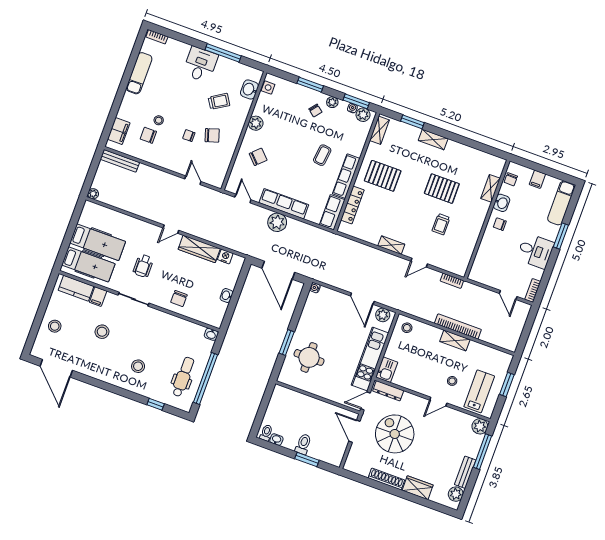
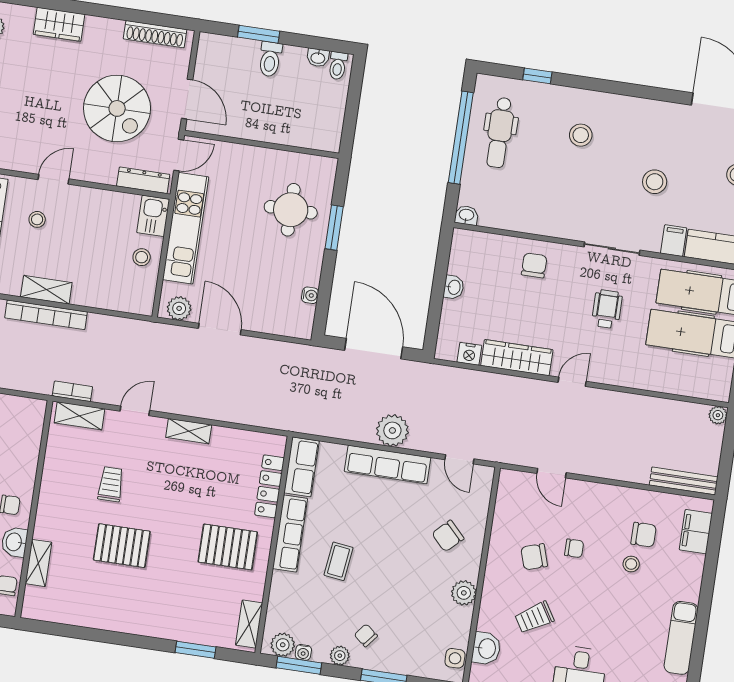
shelving: (433, 140) -> (79, 416), moved
water cooler: (315, 288) -> (310, 295), moved
stool: (407, 328) -> (142, 257), moved
shoe rack: (386, 479) -> (155, 34), moved

